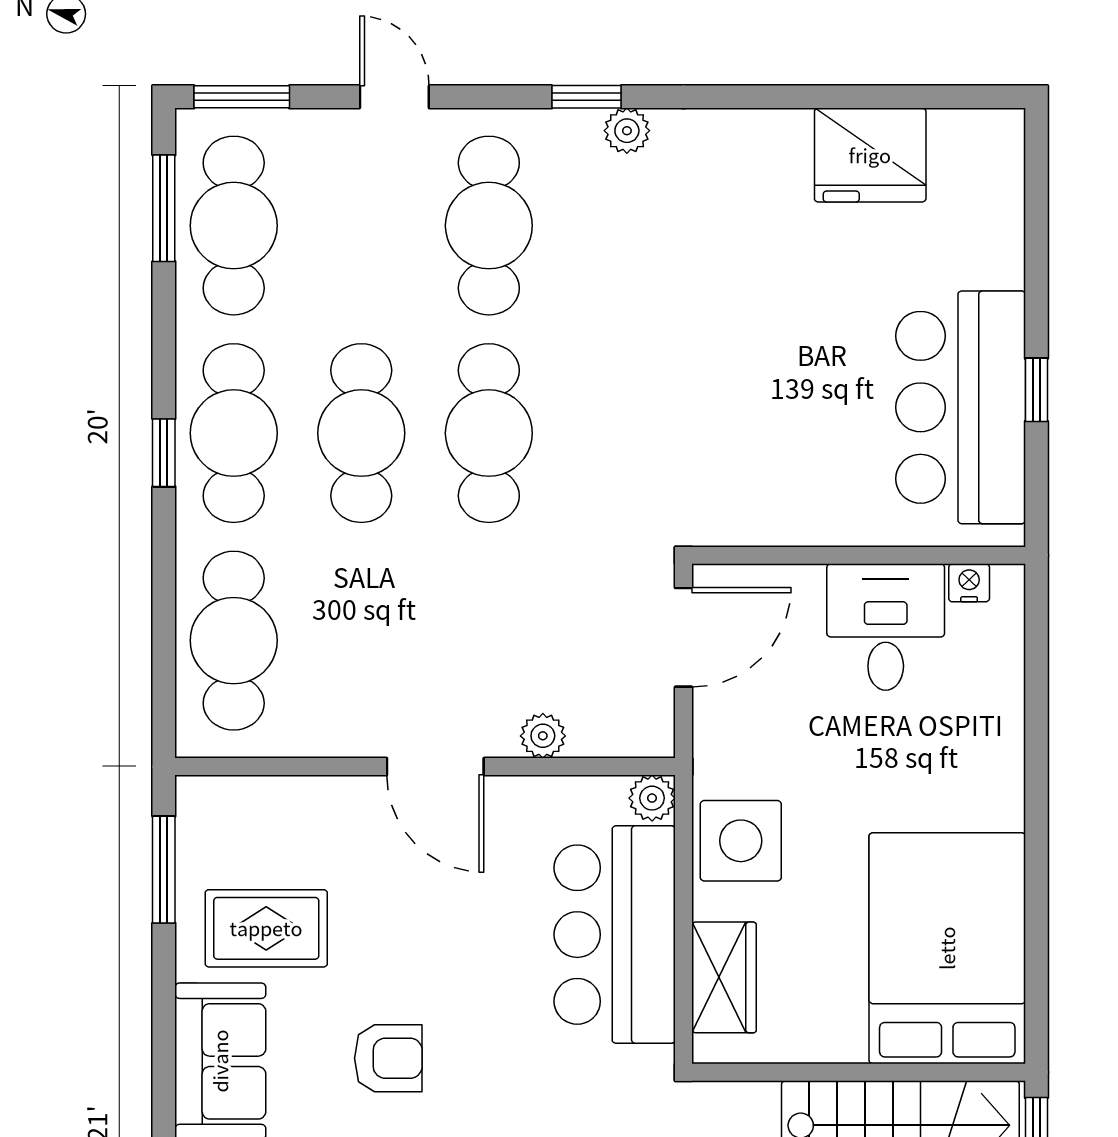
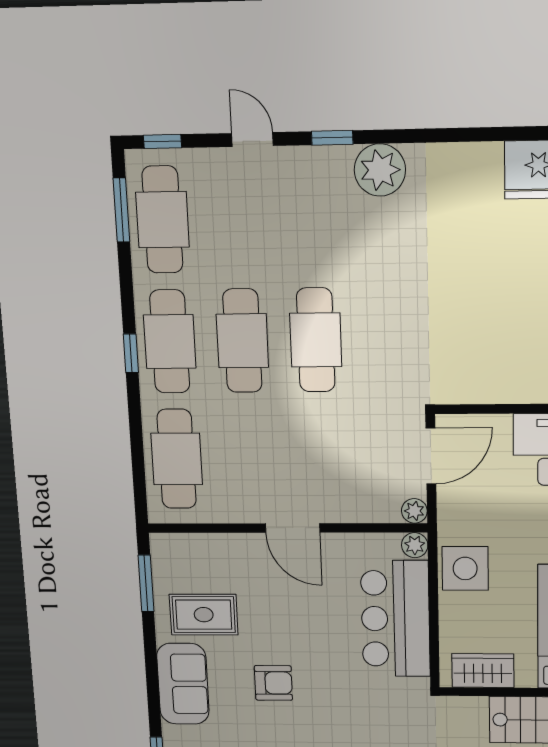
window: (242, 97) -> (162, 141), width x0.67
window: (586, 97) -> (332, 138), moved
plant: (627, 131) -> (380, 170), width x1.87, depth x1.87
cafe table: (489, 226) -> (311, 217), removed
plant: (543, 736) -> (414, 511), moved
wardrobe: (724, 977) -> (483, 671), moved, turned -90

